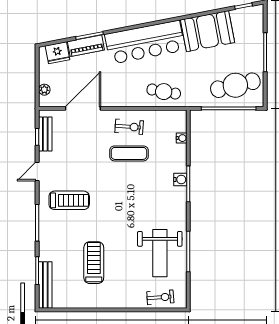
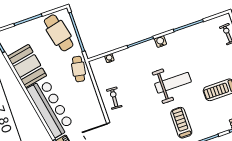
cafe table: (164, 92) -> (79, 69), moved
exercise mat: (129, 153) -> (133, 92), removed
water cooler: (180, 179) -> (160, 41), moved
weight bench: (160, 253) -> (173, 83), moved

